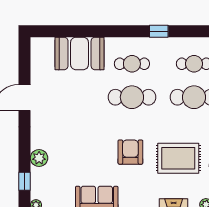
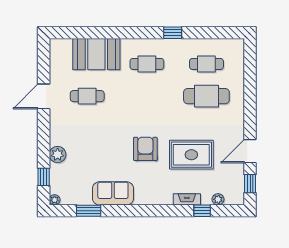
cafe table: (132, 97) -> (87, 96), moved, width x0.73, depth x0.74

